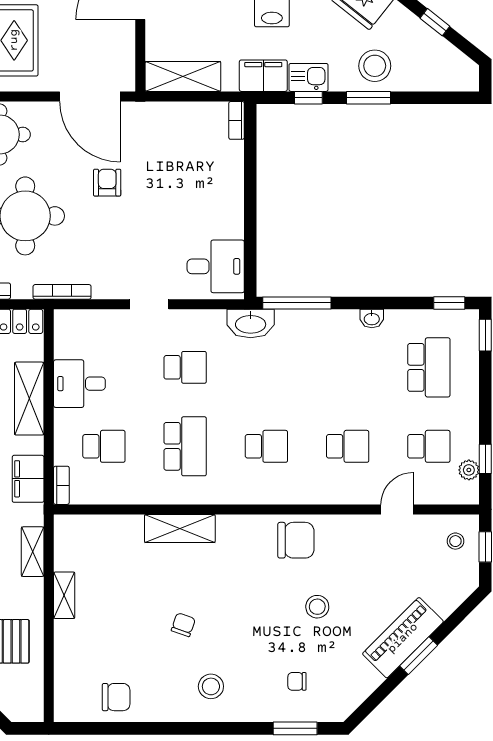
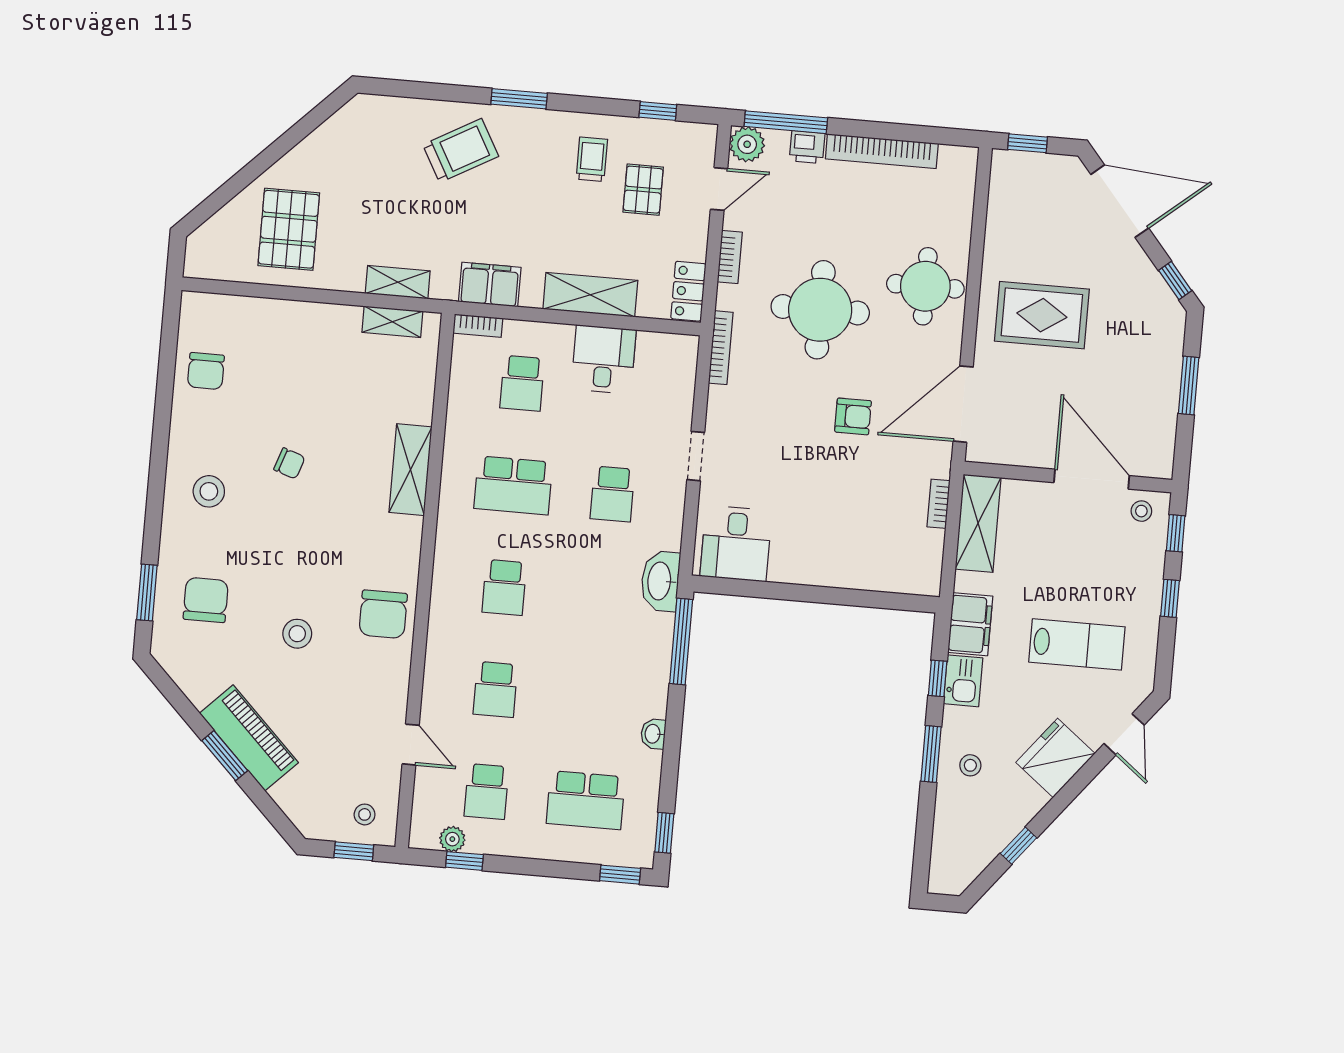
stool: (375, 66) -> (970, 765), width x0.53, depth x0.53
bookcase: (237, 120) -> (939, 504), moved, turned -90
shelving: (64, 595) -> (392, 322), moved
chair: (297, 681) -> (206, 600), width x1.87, depth x1.87

